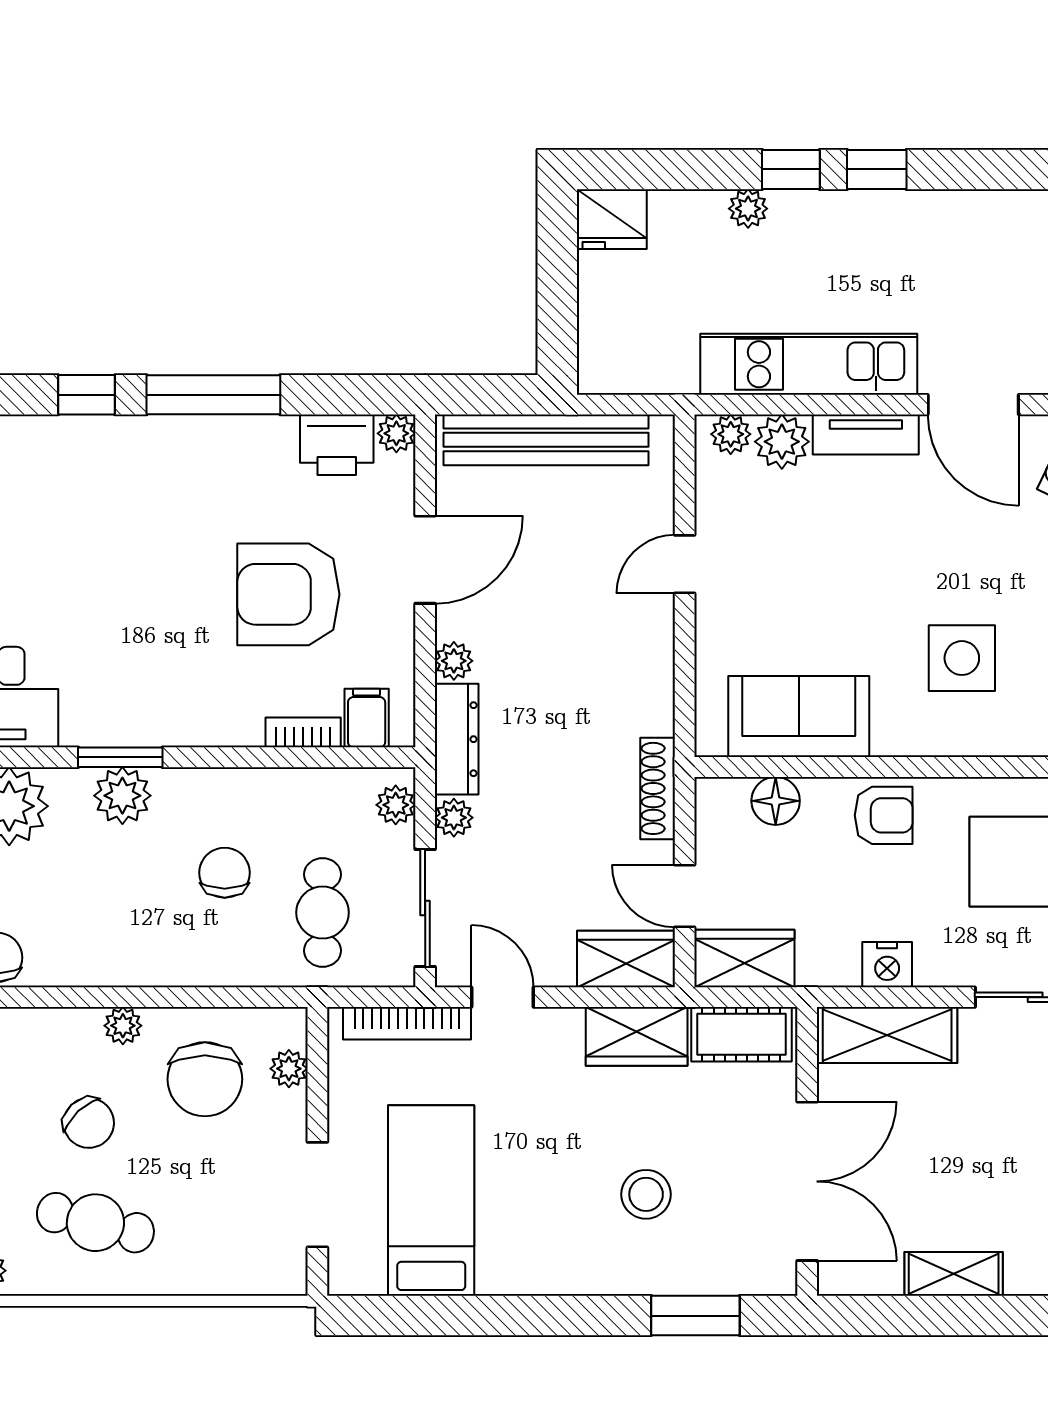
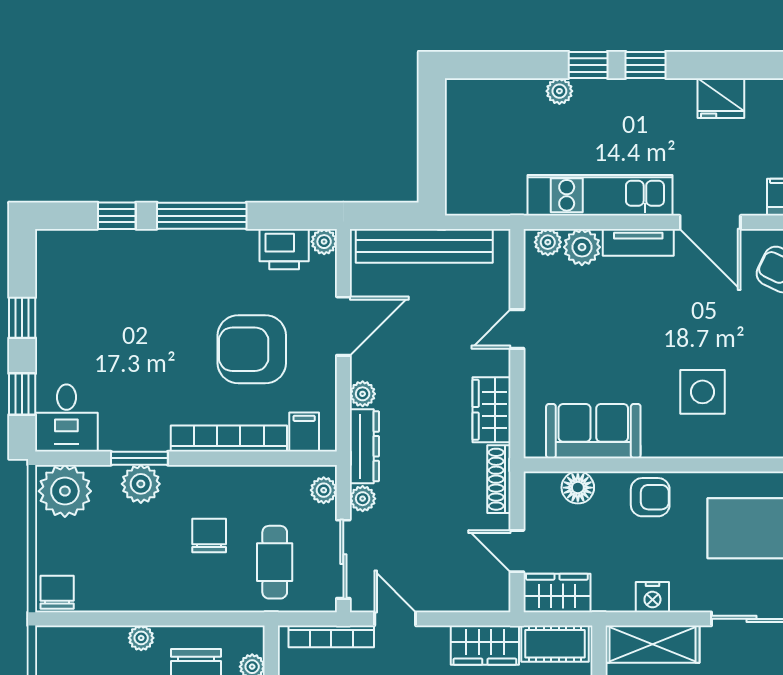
fridge: (612, 219) -> (721, 98), moved
bookcase: (303, 732) -> (229, 439), width x2.31, depth x1.31
wardrobe: (626, 959) -> (491, 410), moved, turned -90

